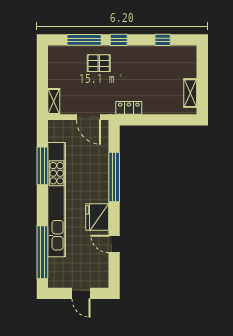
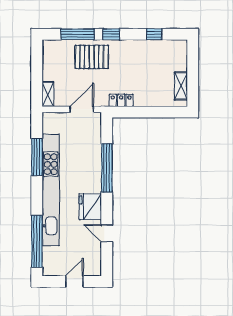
pallet: (99, 63) -> (92, 57), width x1.50, depth x1.42
door: (89, 117) -> (82, 109), swing flipped
door: (81, 293) -> (74, 281), swing flipped

